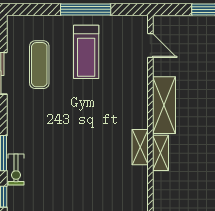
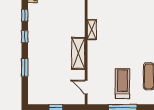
shelving: (160, 153) -> (80, 26), removed

